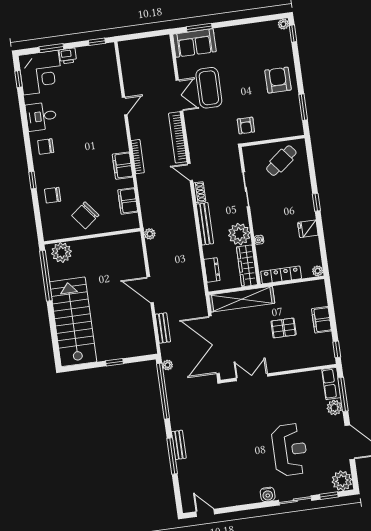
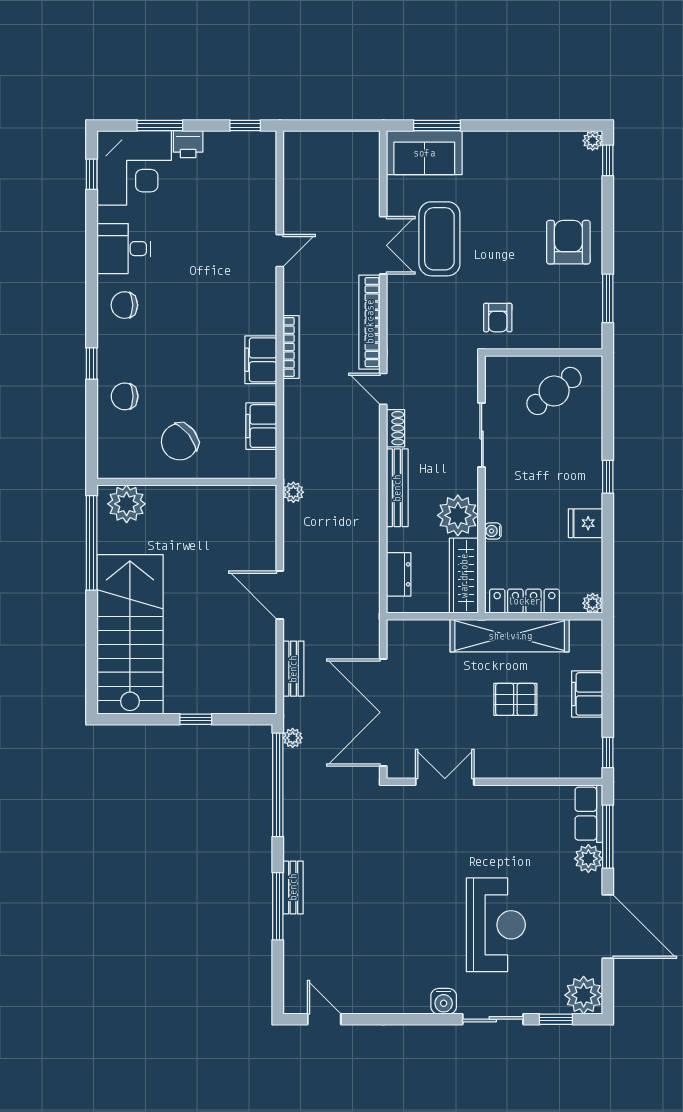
shelving: (242, 299) -> (510, 636), moved

